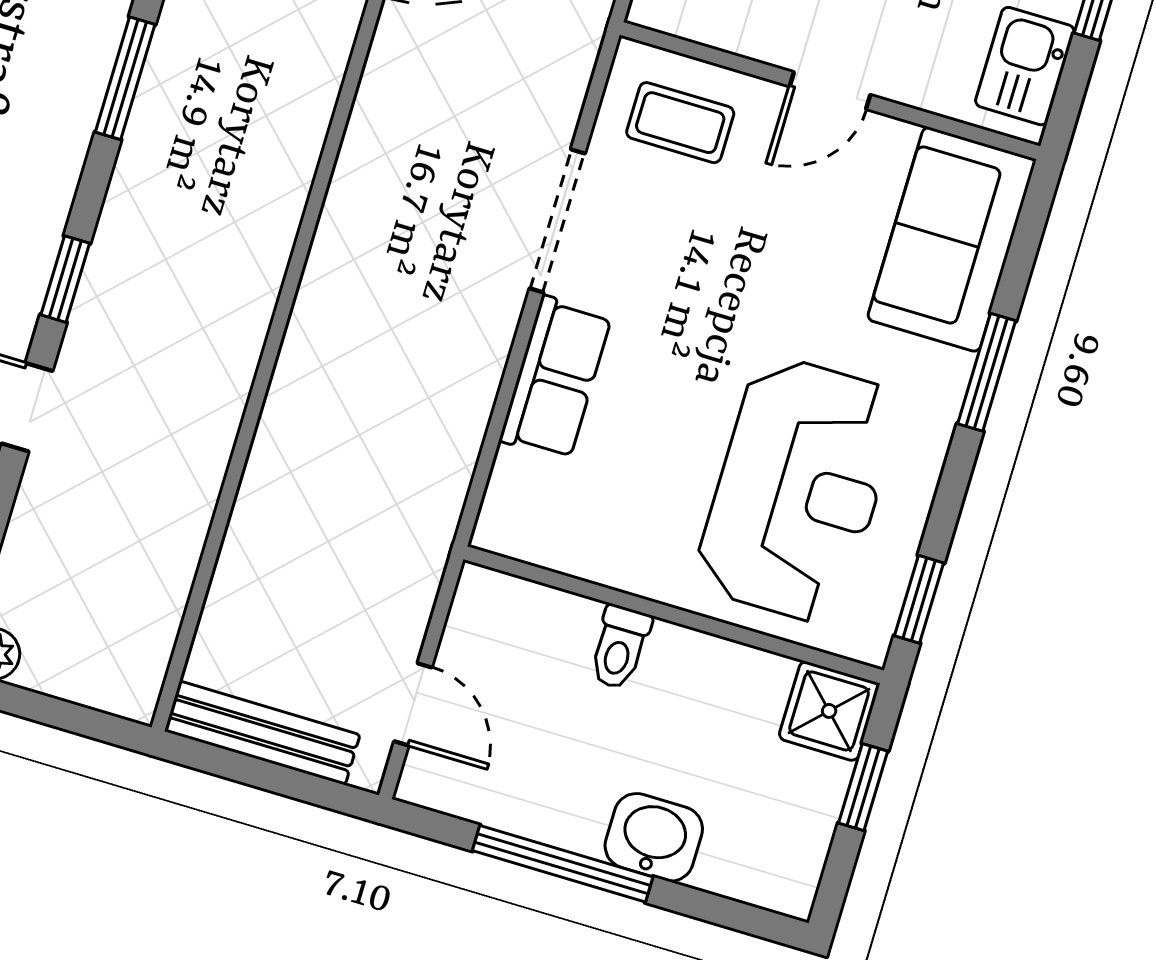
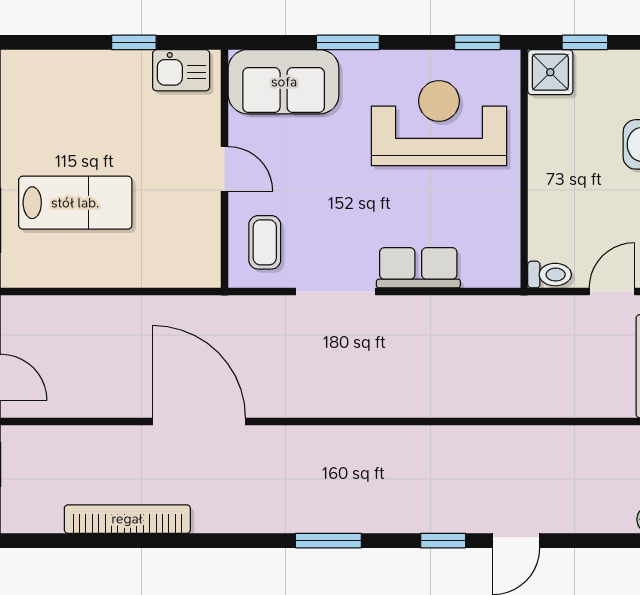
toilet: (620, 647) -> (550, 275), moved

